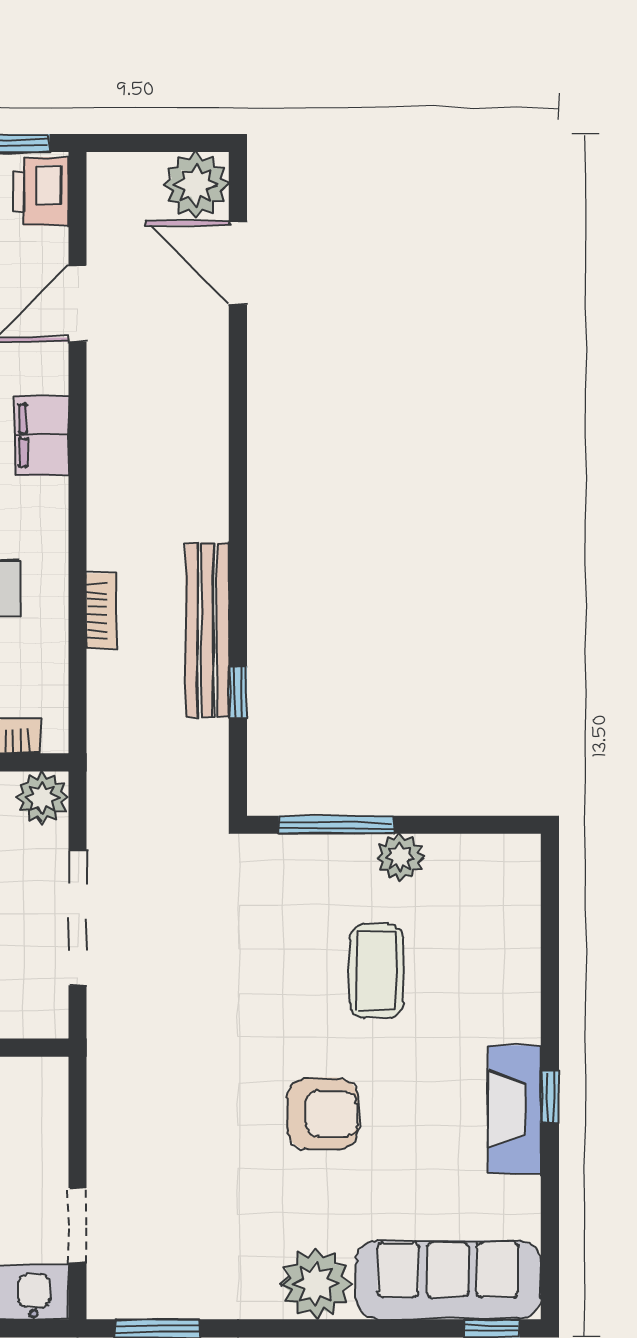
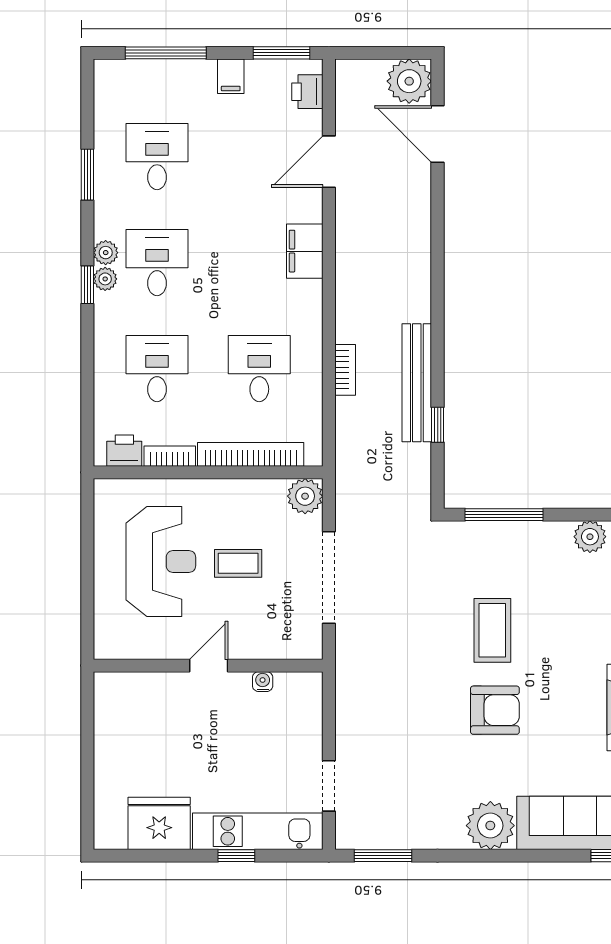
printer: (40, 191) -> (307, 92), width x0.73, depth x0.81
plant: (400, 857) -> (590, 537), moved
coffee table: (376, 971) -> (492, 630), moved

